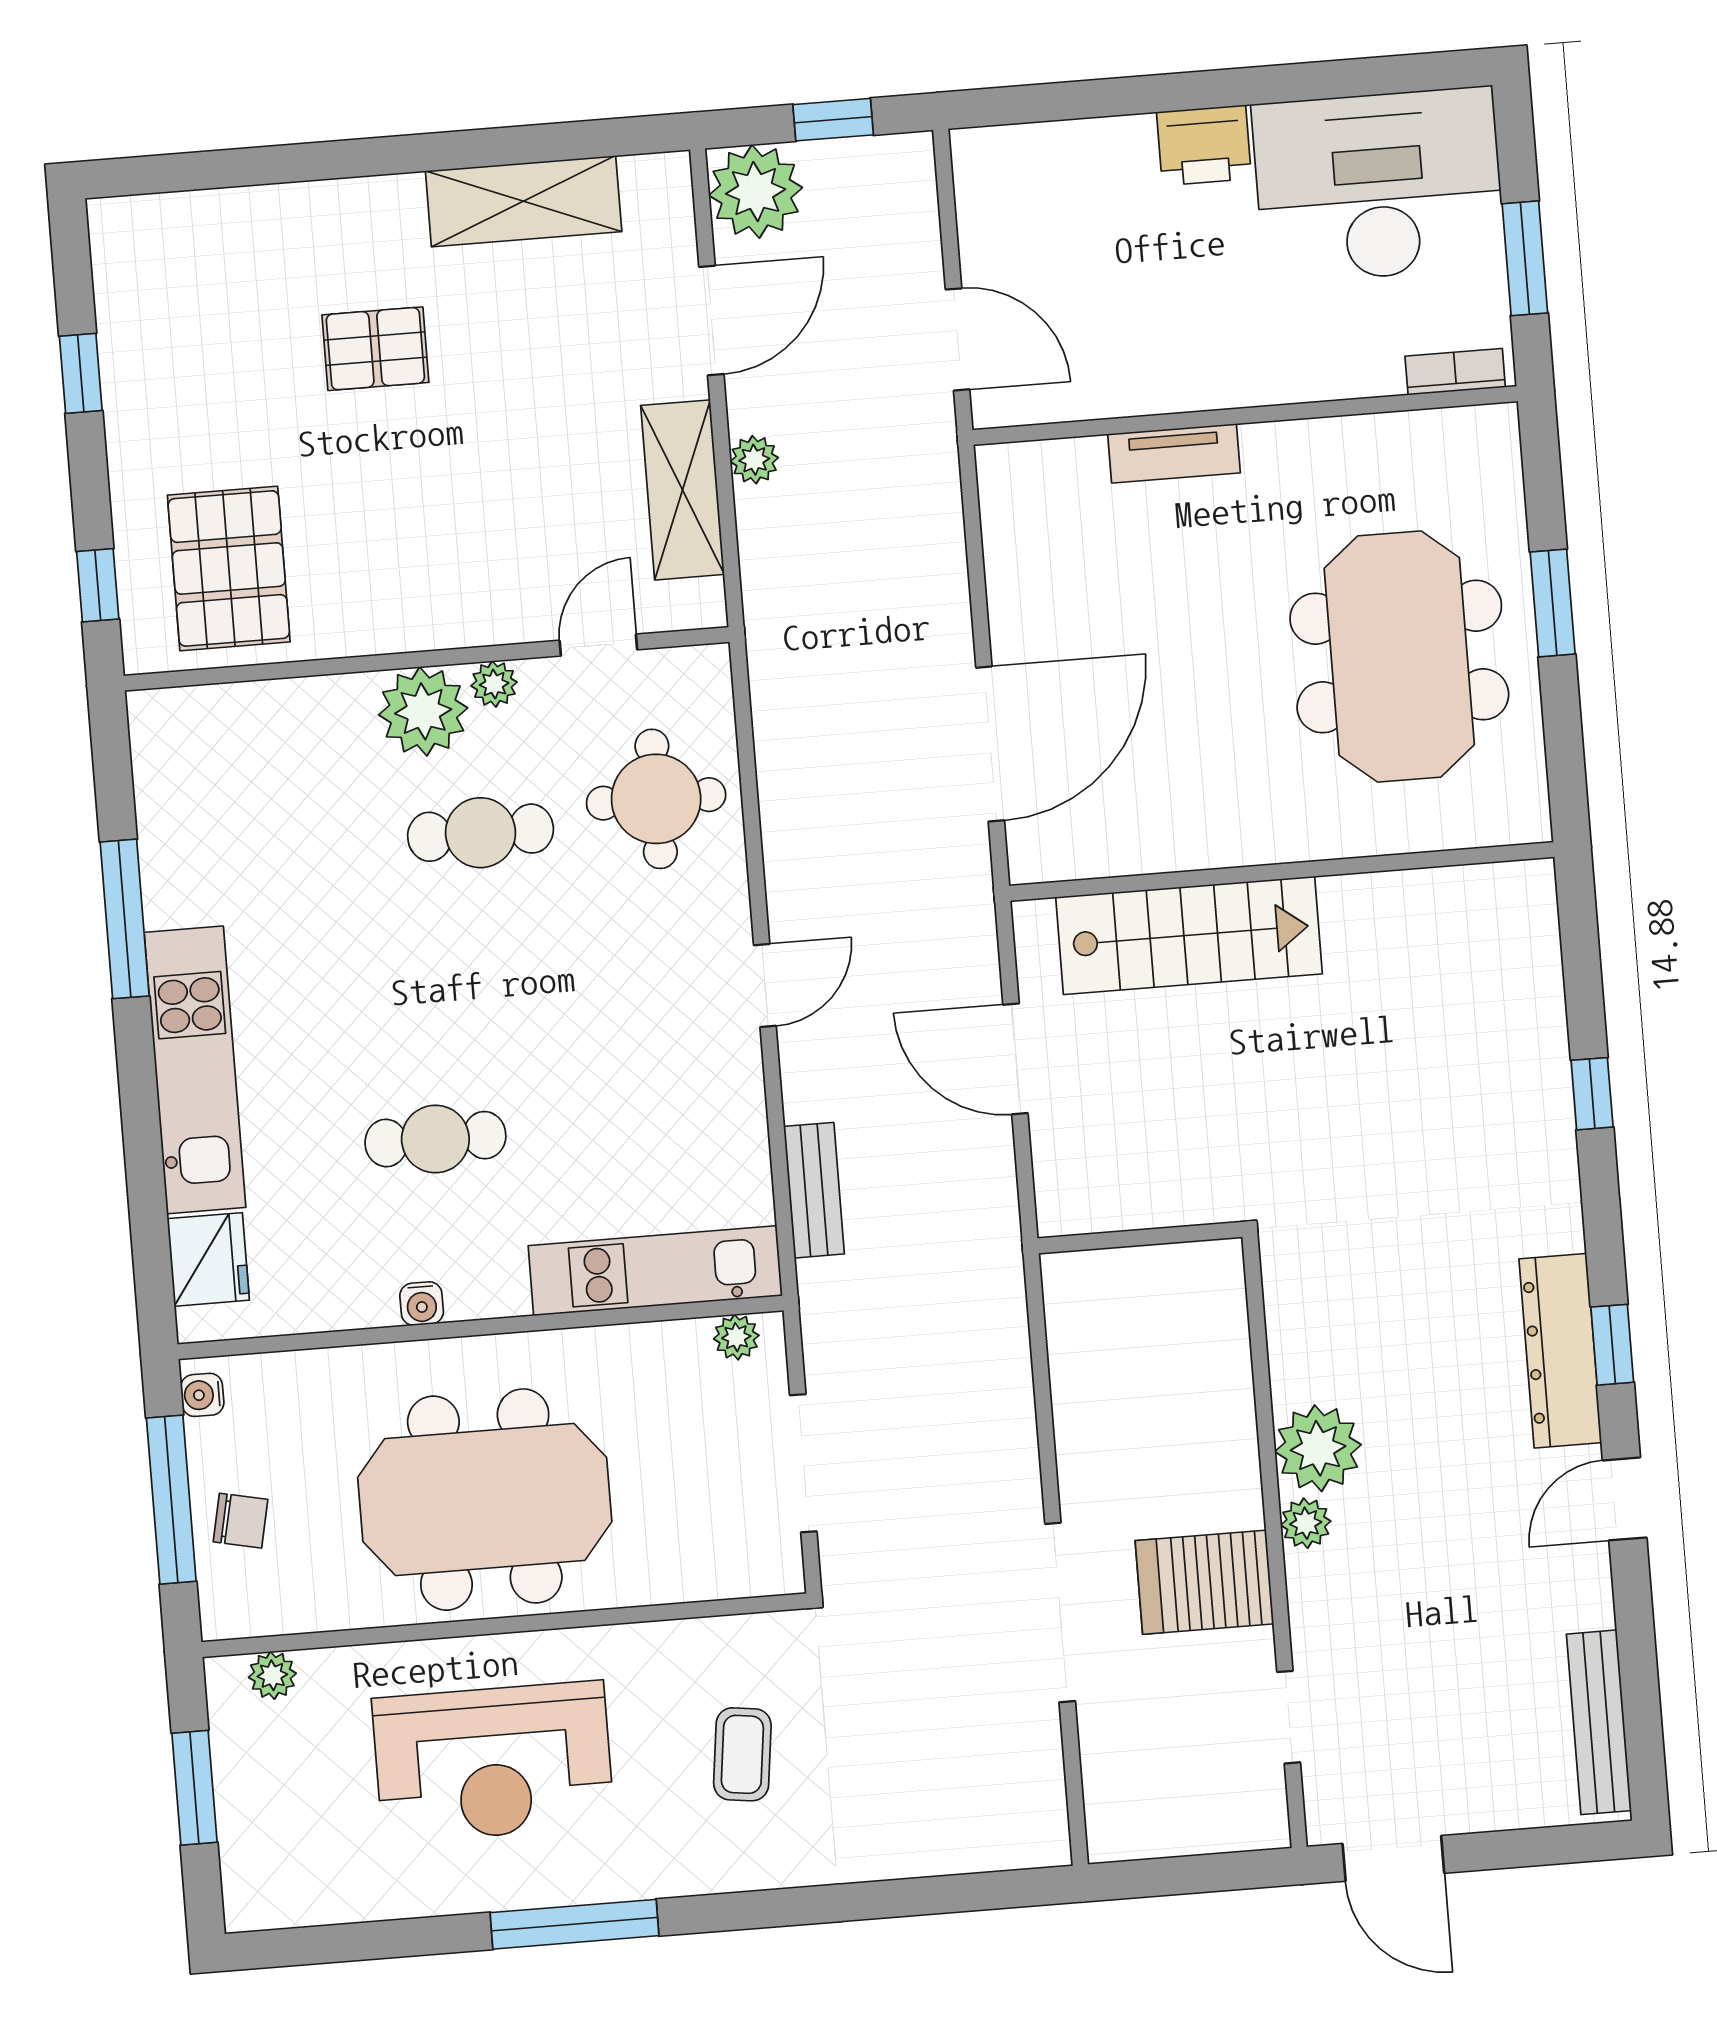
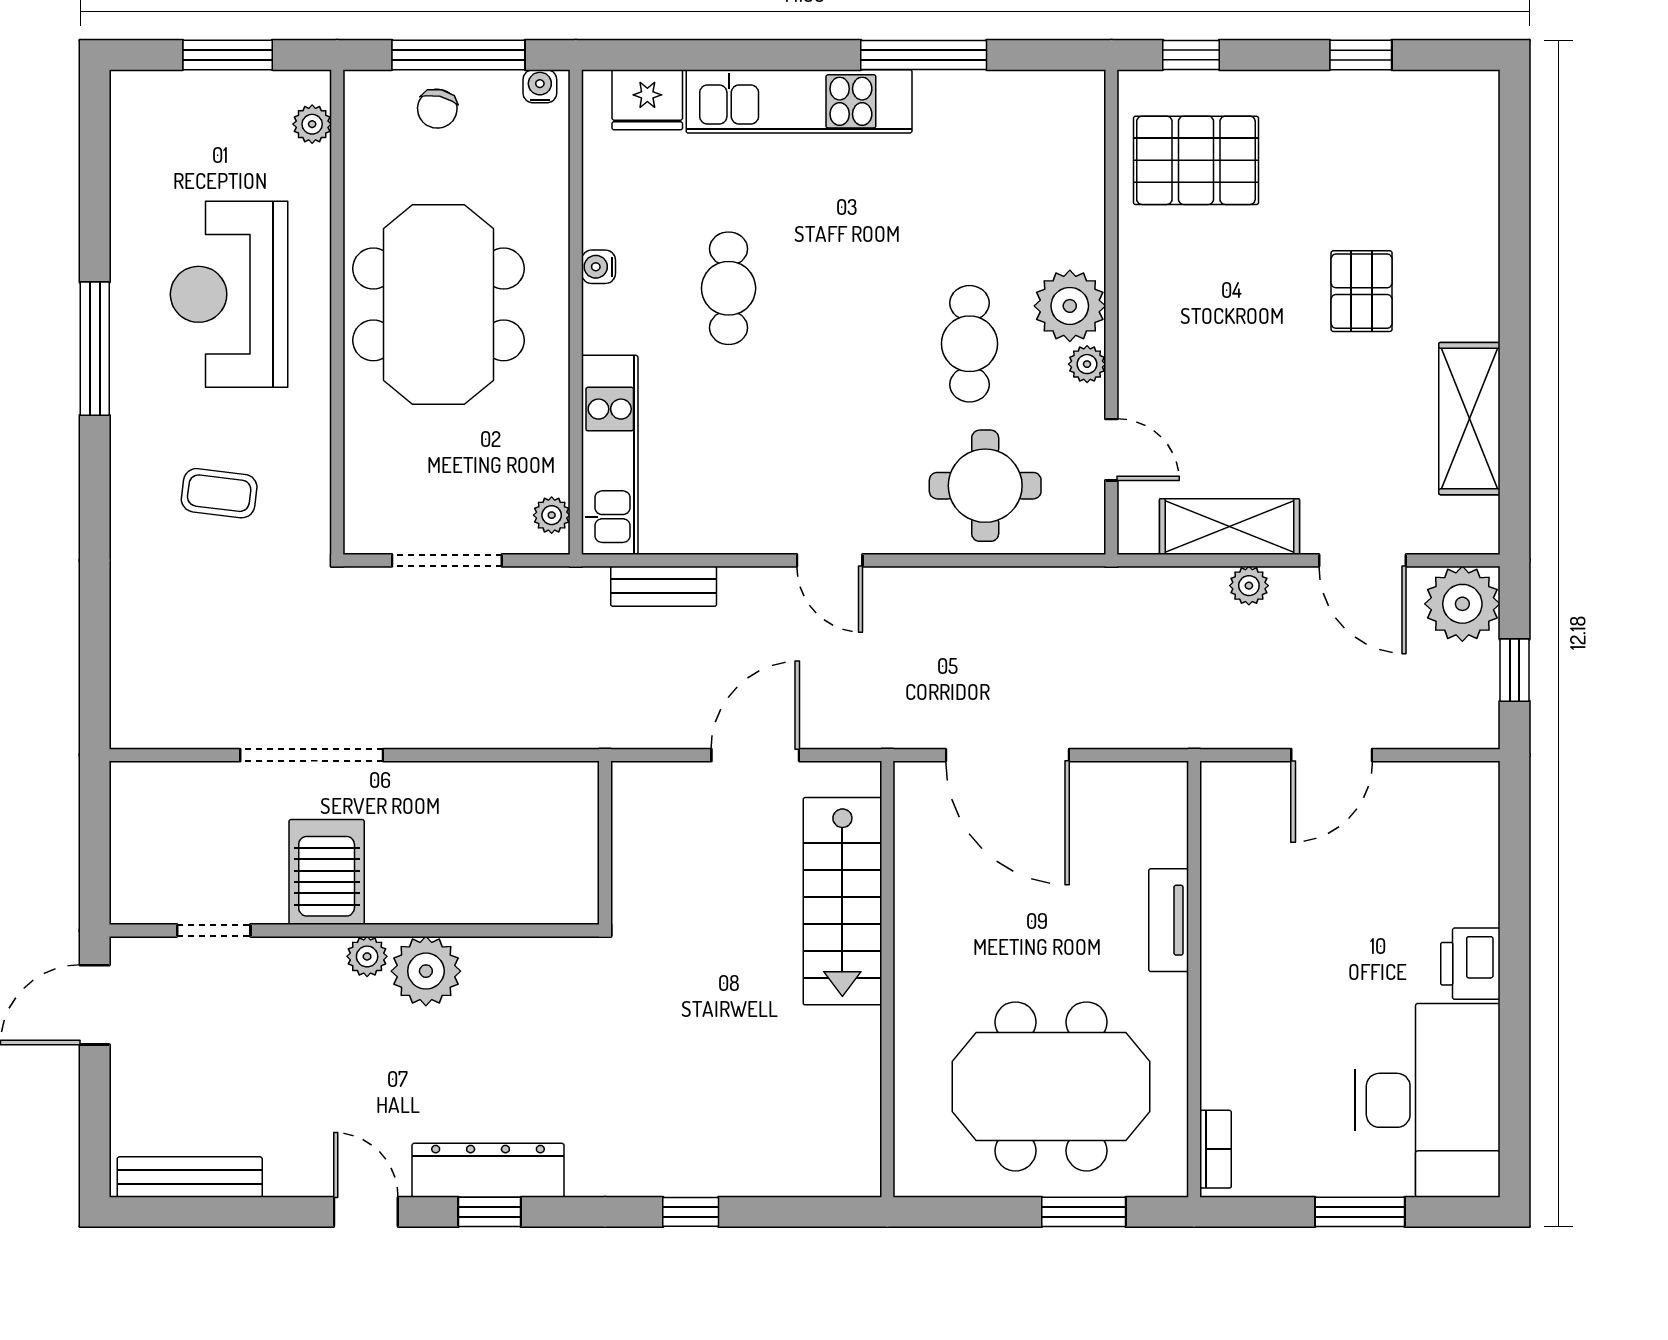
bookcase: (1455, 372) -> (1216, 1149), moved
wall: (1245, 416) -> (1194, 979), moved
tv unit: (1174, 453) -> (1169, 920), moved

